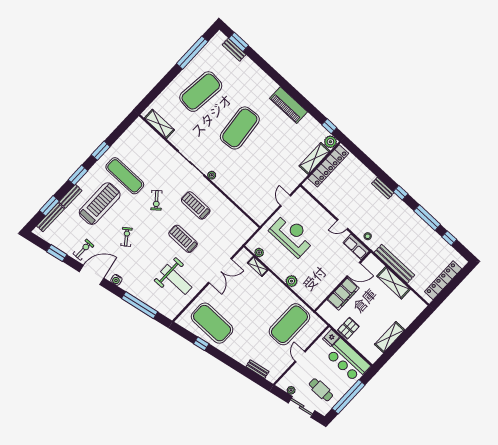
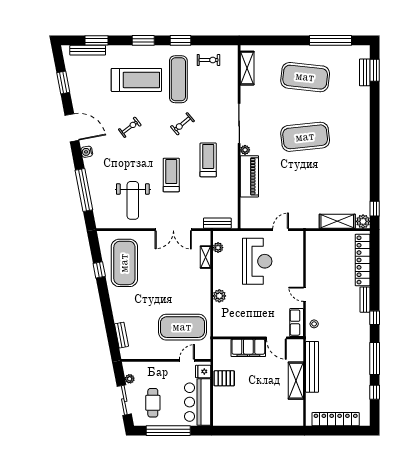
piano: (288, 105) -> (249, 176), moved, turned 180
locker: (328, 166) -> (363, 260), moved, turned 90
bench: (70, 196) -> (217, 223), moved
exercise bike: (83, 250) -> (208, 60), moved
shelving: (390, 337) -> (248, 419), removed
door: (300, 356) -> (187, 360), moved

